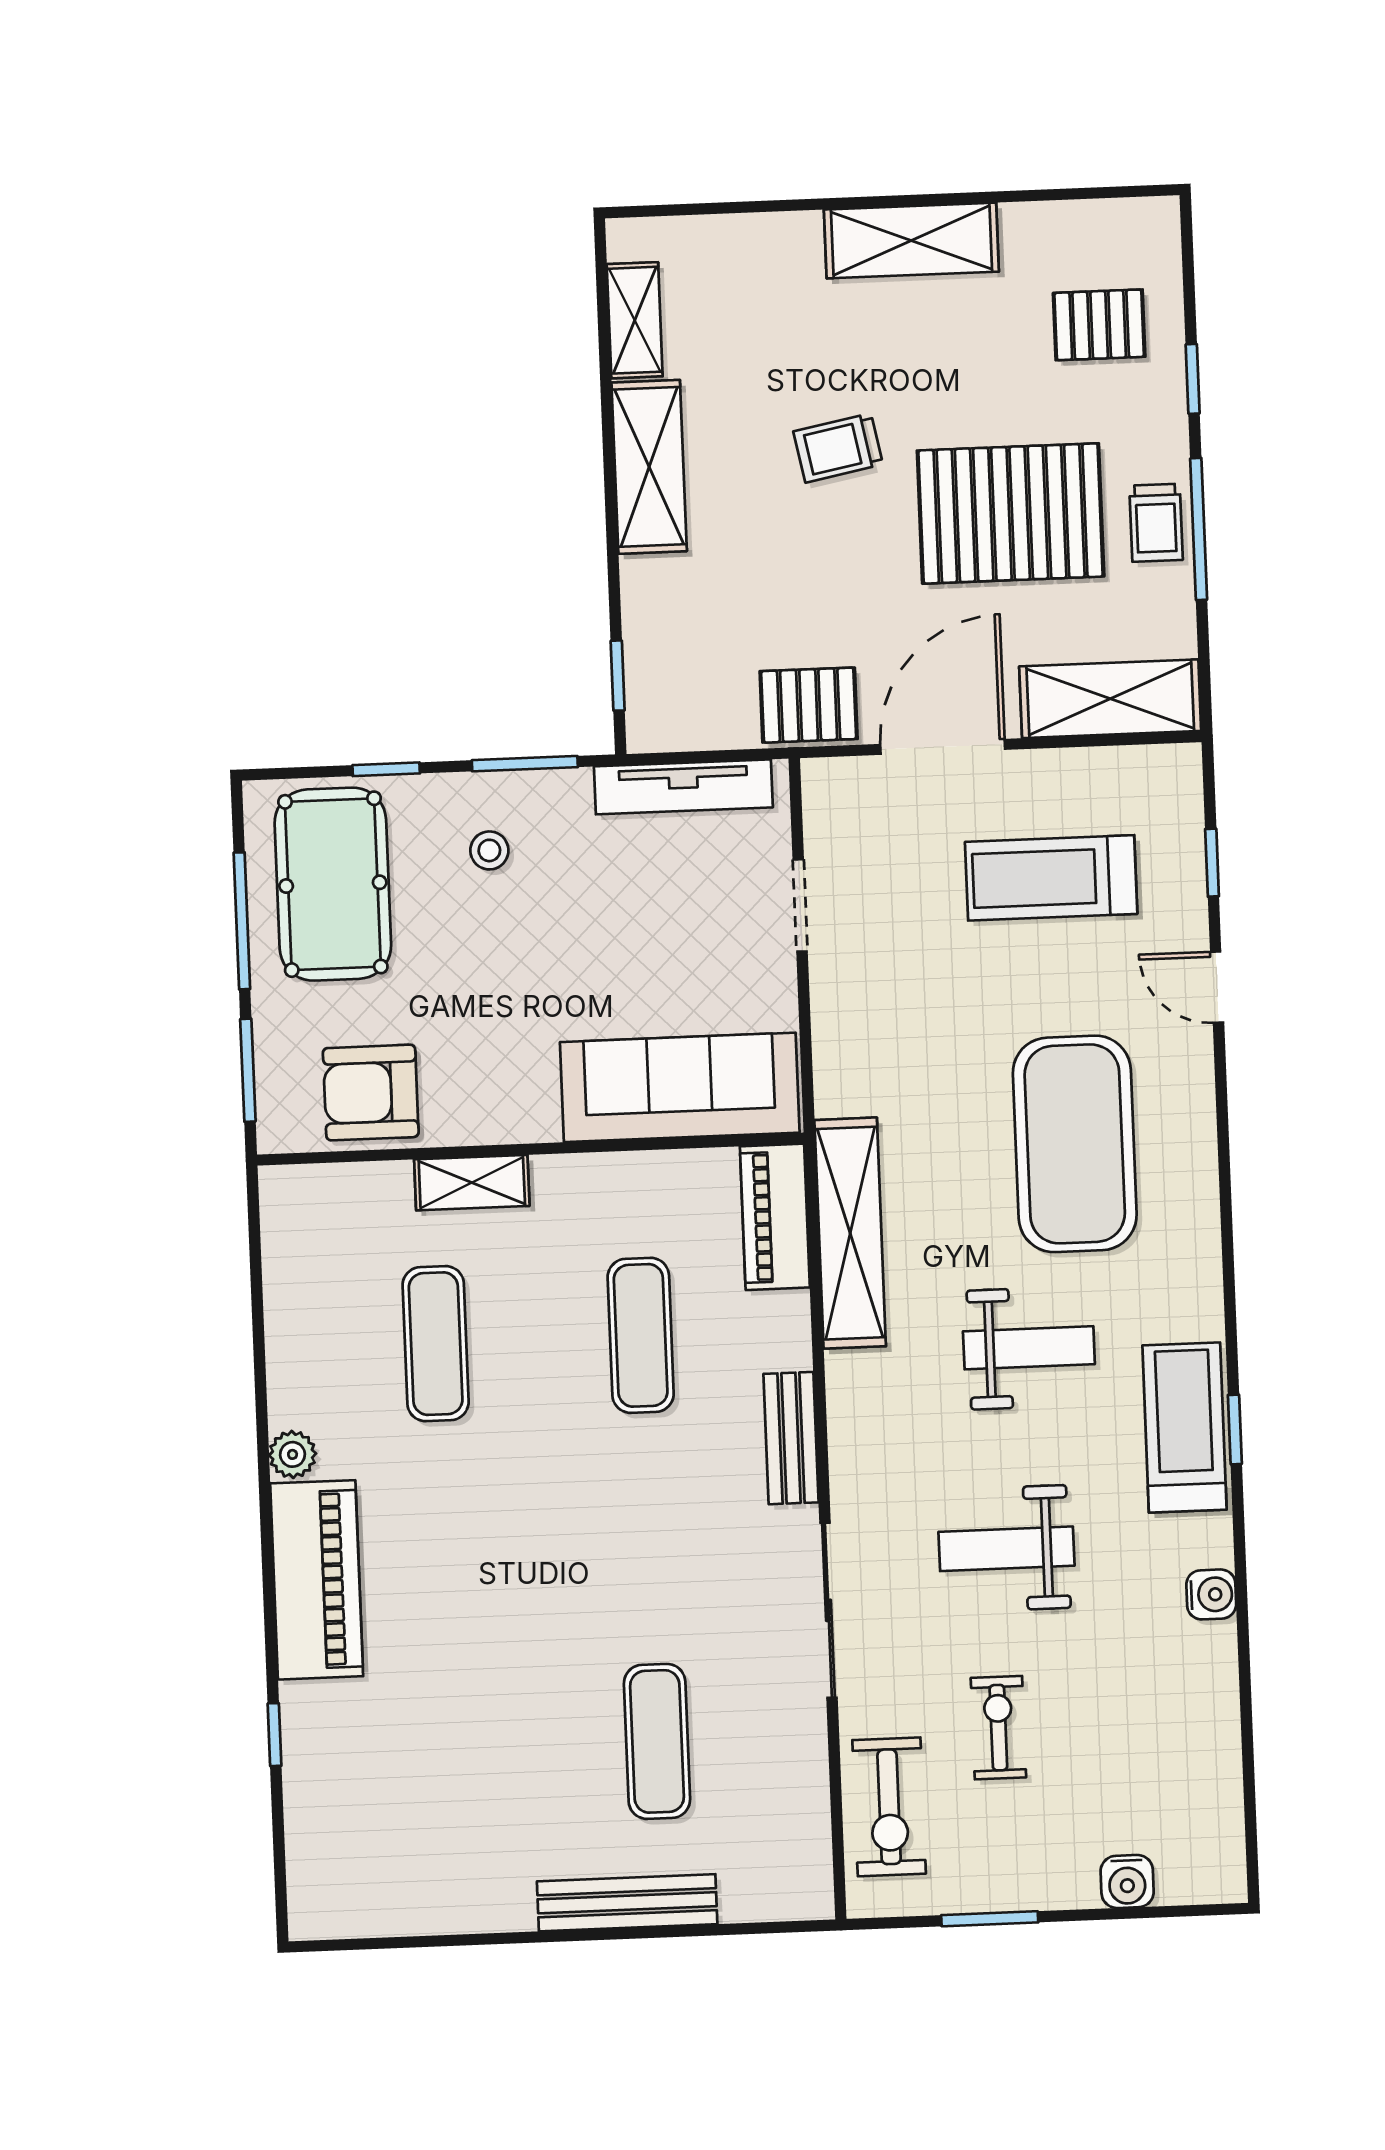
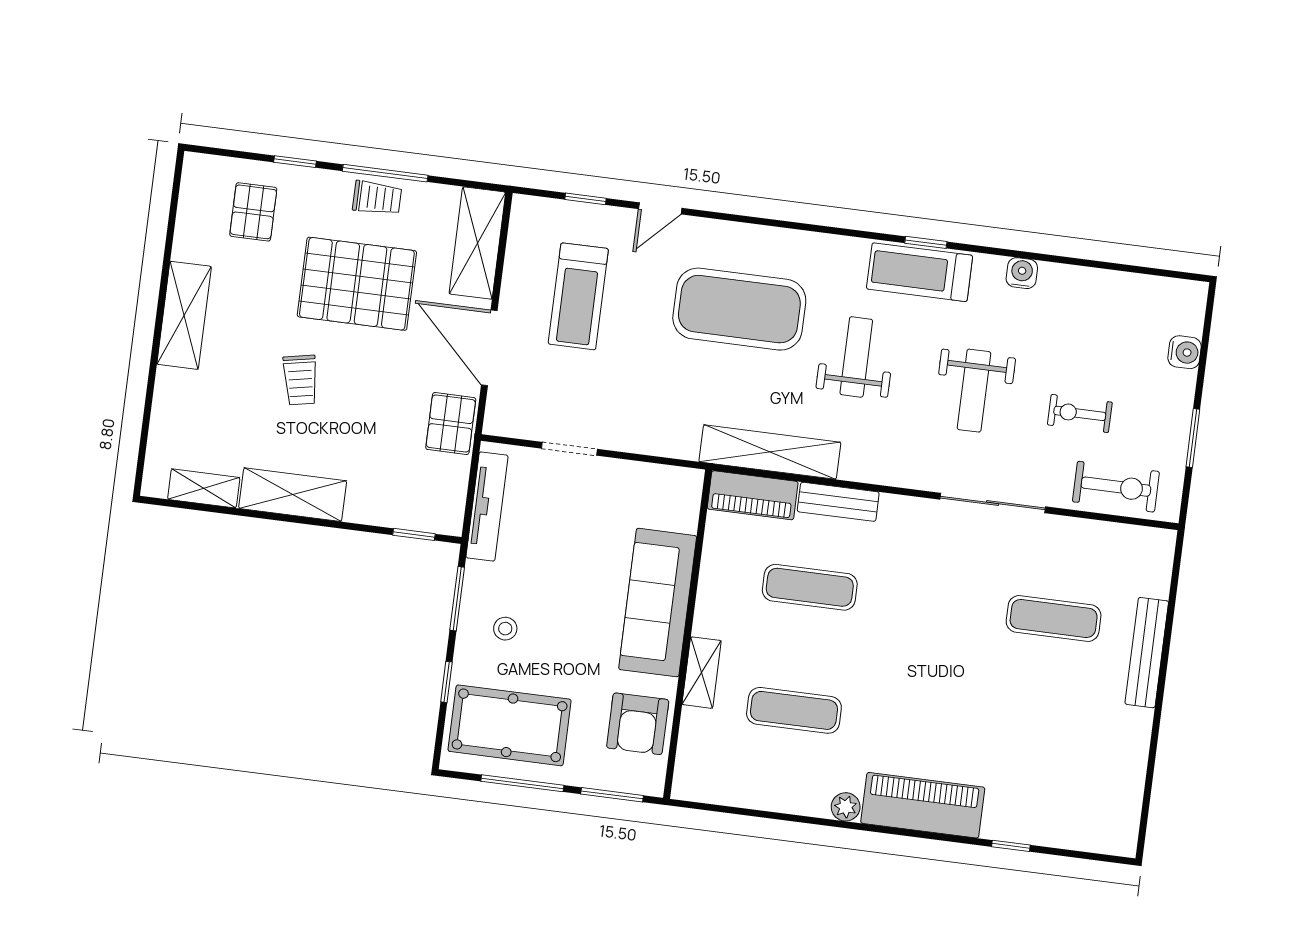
pallet: (1011, 513) -> (357, 284), turned 90
sofa: (680, 1087) -> (658, 603), moved
bench: (791, 1438) -> (838, 502), moved

